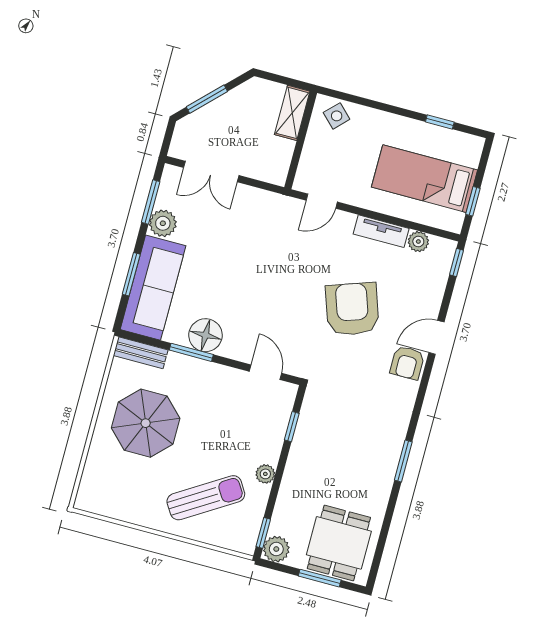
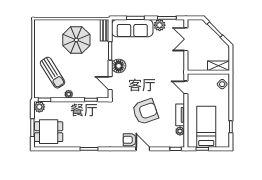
floor lamp: (205, 335) -> (119, 66), moved
door: (265, 372) -> (110, 83), swing flipped

